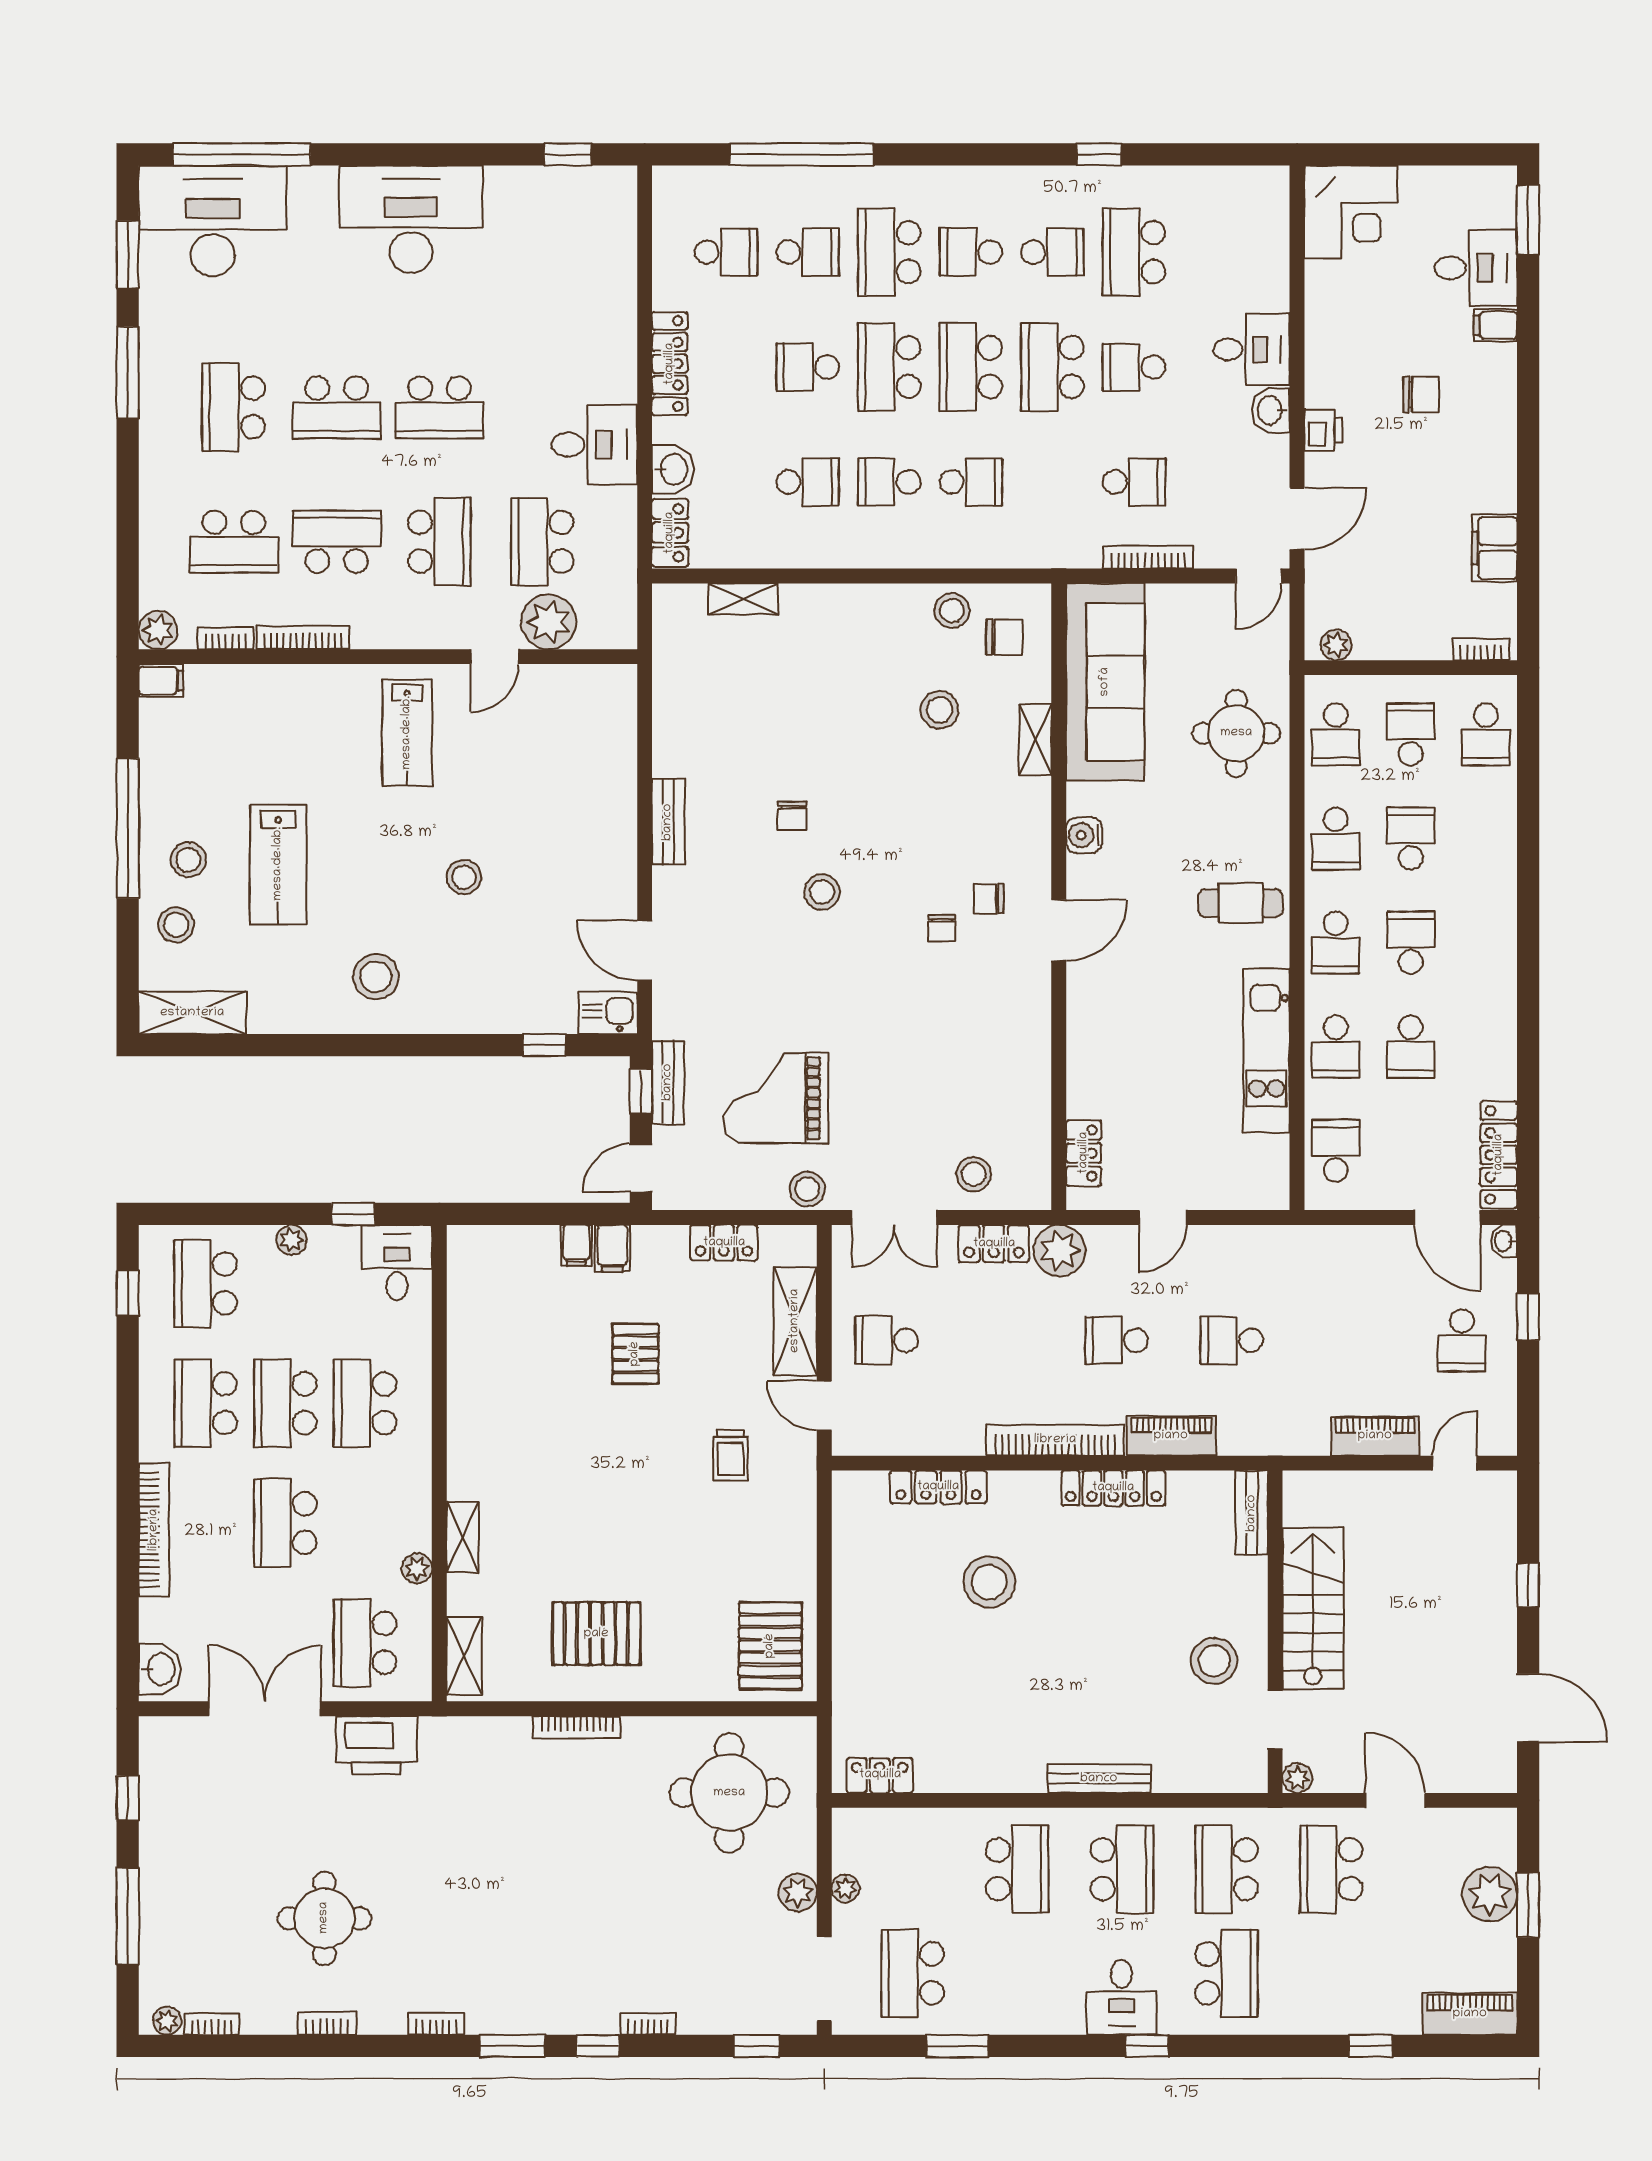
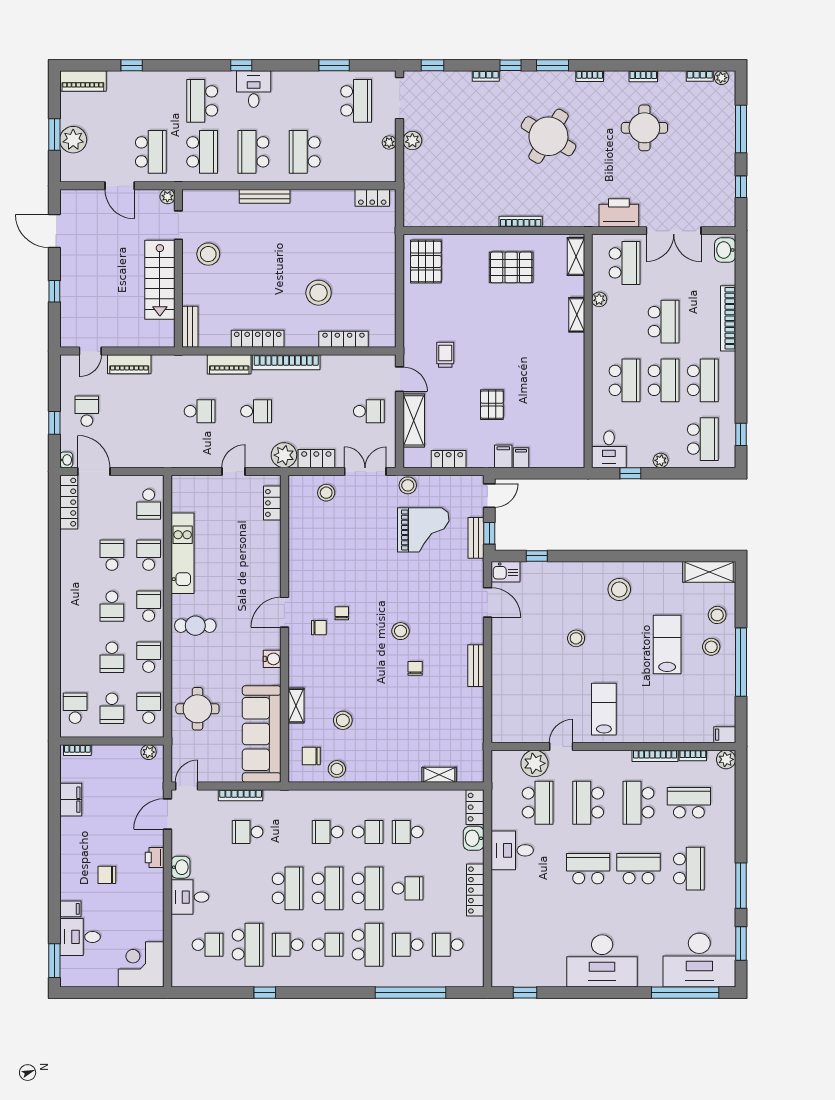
school desk: (1134, 367) -> (208, 945), moved
school desk: (337, 542) -> (639, 803), turned 90
round table: (729, 1793) -> (548, 136), moved, turned 31

